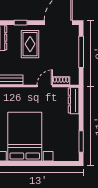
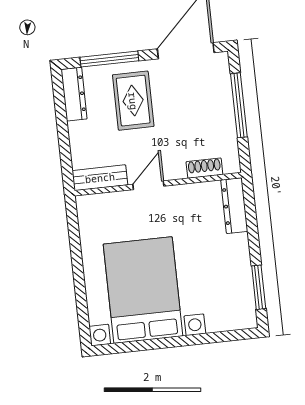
window: (21, 23) -> (109, 59), width x2.17
door: (45, 86) -> (148, 185), moved

